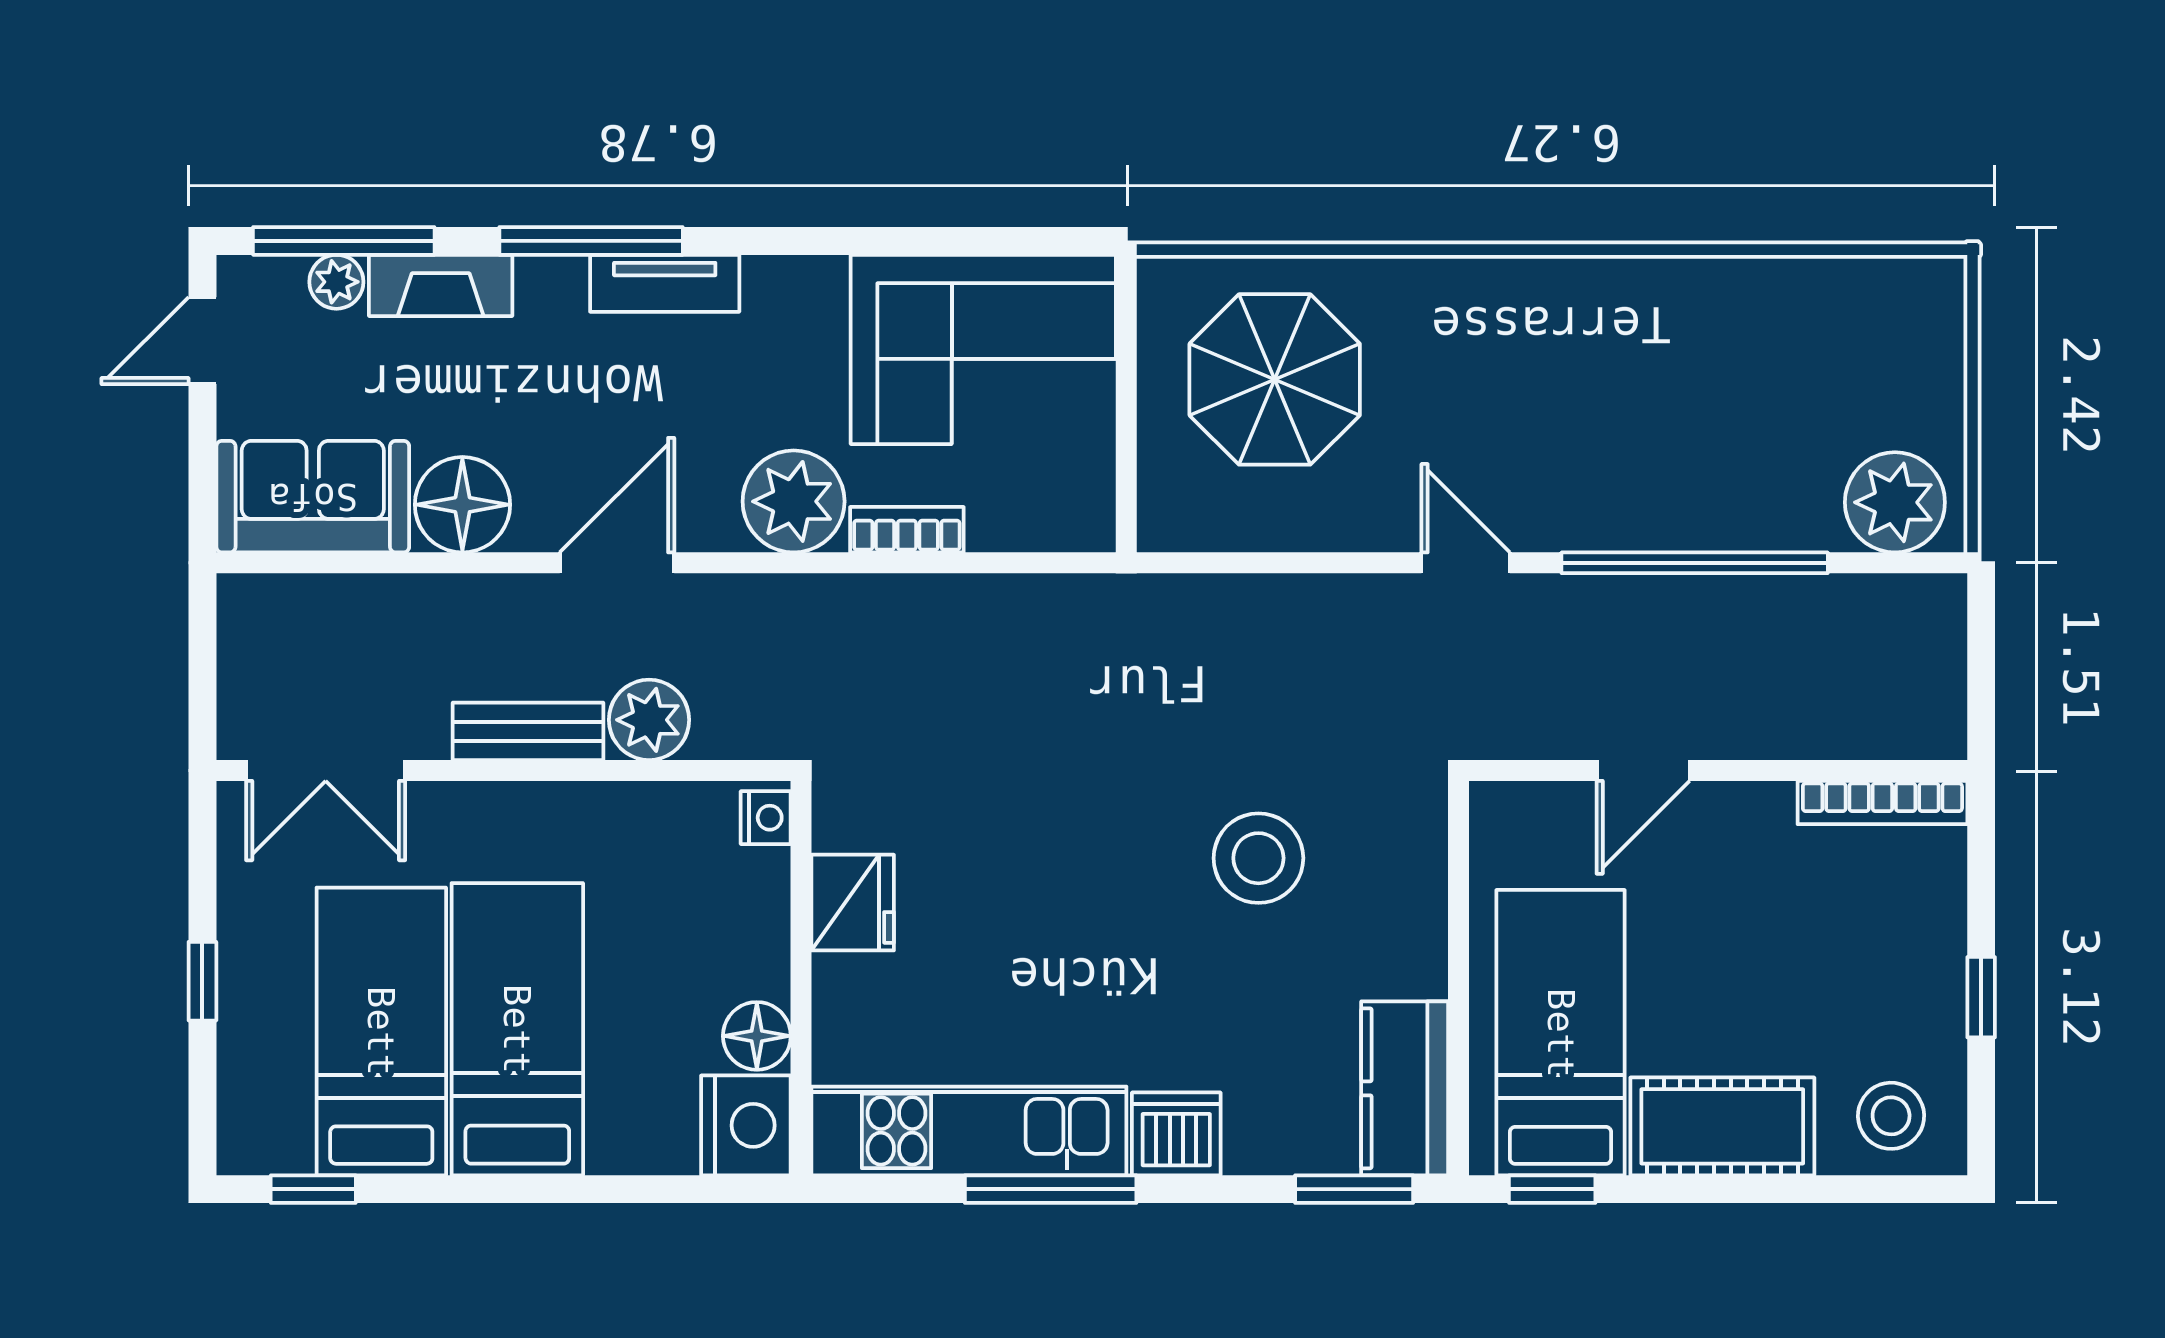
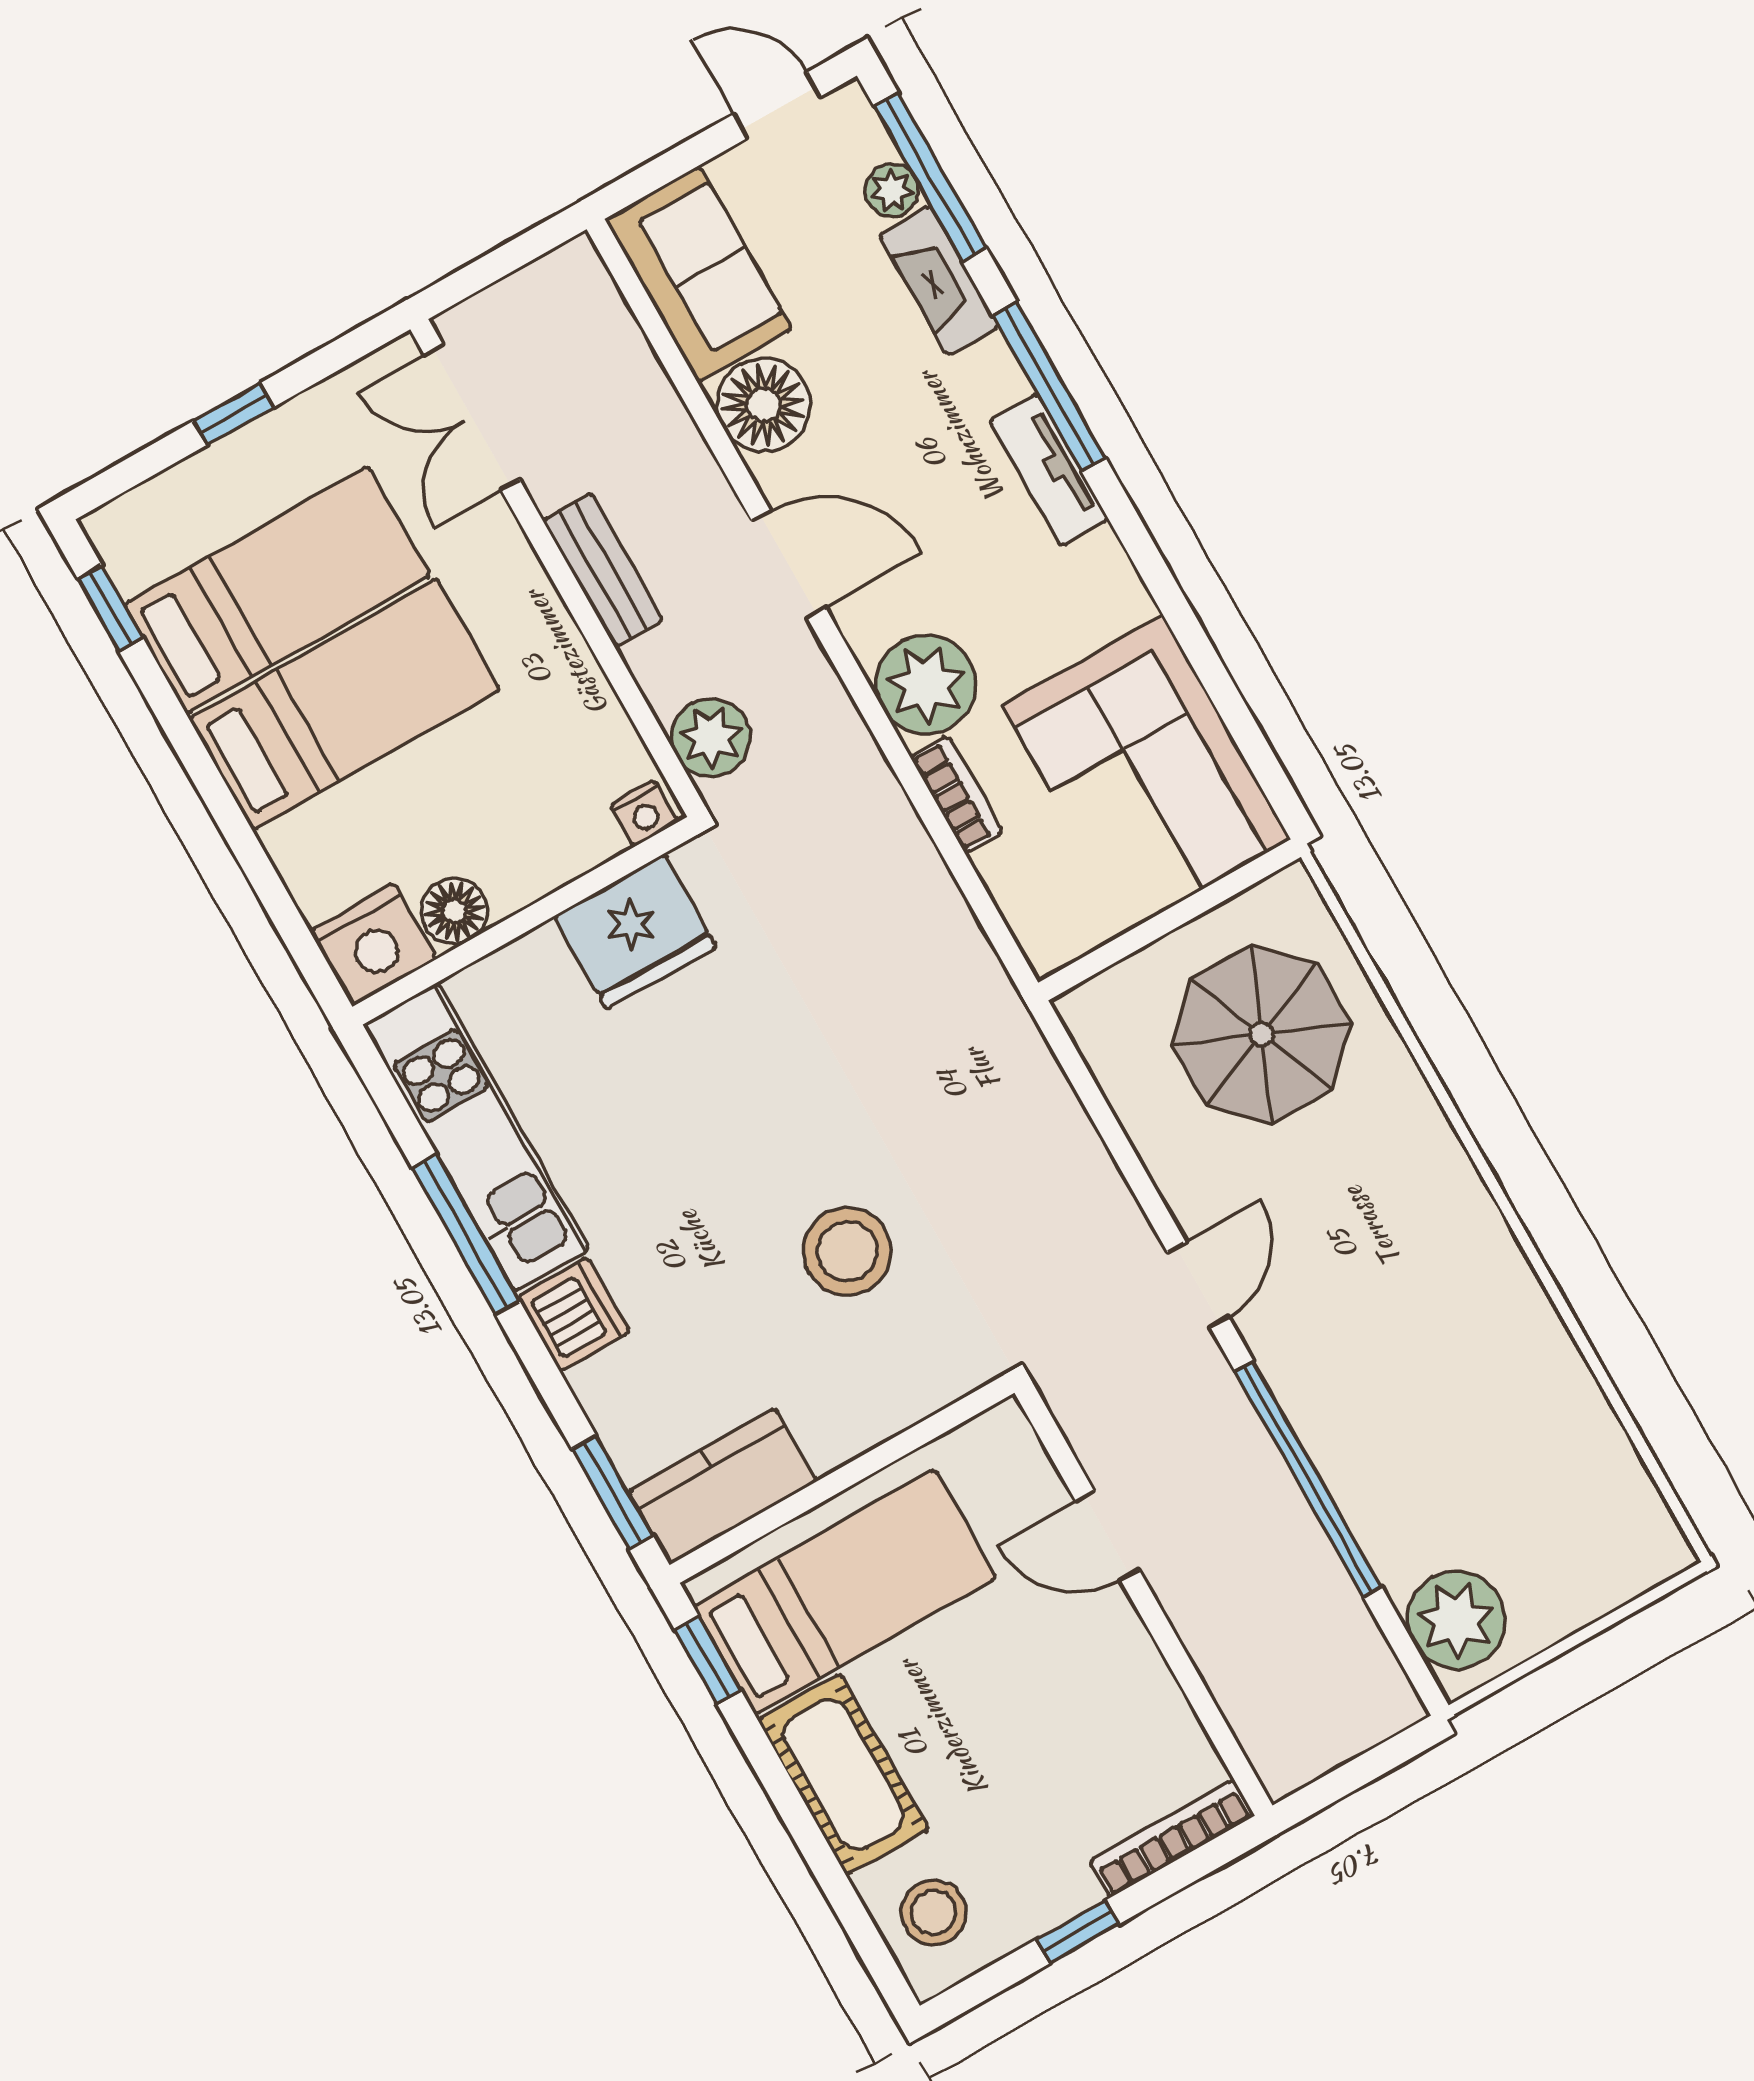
plant: (649, 720) -> (711, 738), moved
bookcase: (1882, 803) -> (1172, 1838), moved, turned 90
fridge: (853, 903) -> (635, 932), width x1.36, depth x1.34

